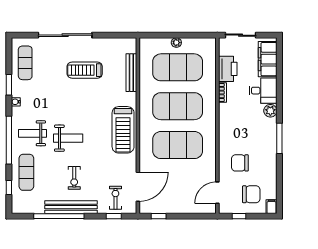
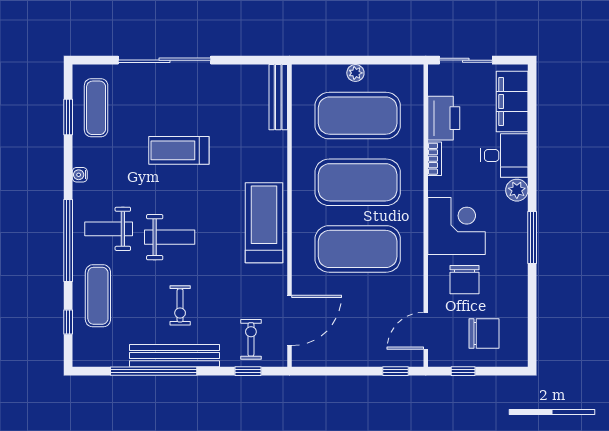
treadmill: (85, 70) -> (179, 150), moved
bench: (131, 73) -> (278, 97), moved
window: (9, 85) -> (68, 117), moved
treadmill: (123, 130) -> (264, 223), turned 180
corner desk: (235, 132) -> (456, 226), added
chair: (240, 163) -> (465, 280), turned -90
filing cabinet: (272, 207) -> (519, 355), removed
window: (159, 216) -> (396, 371), moved

